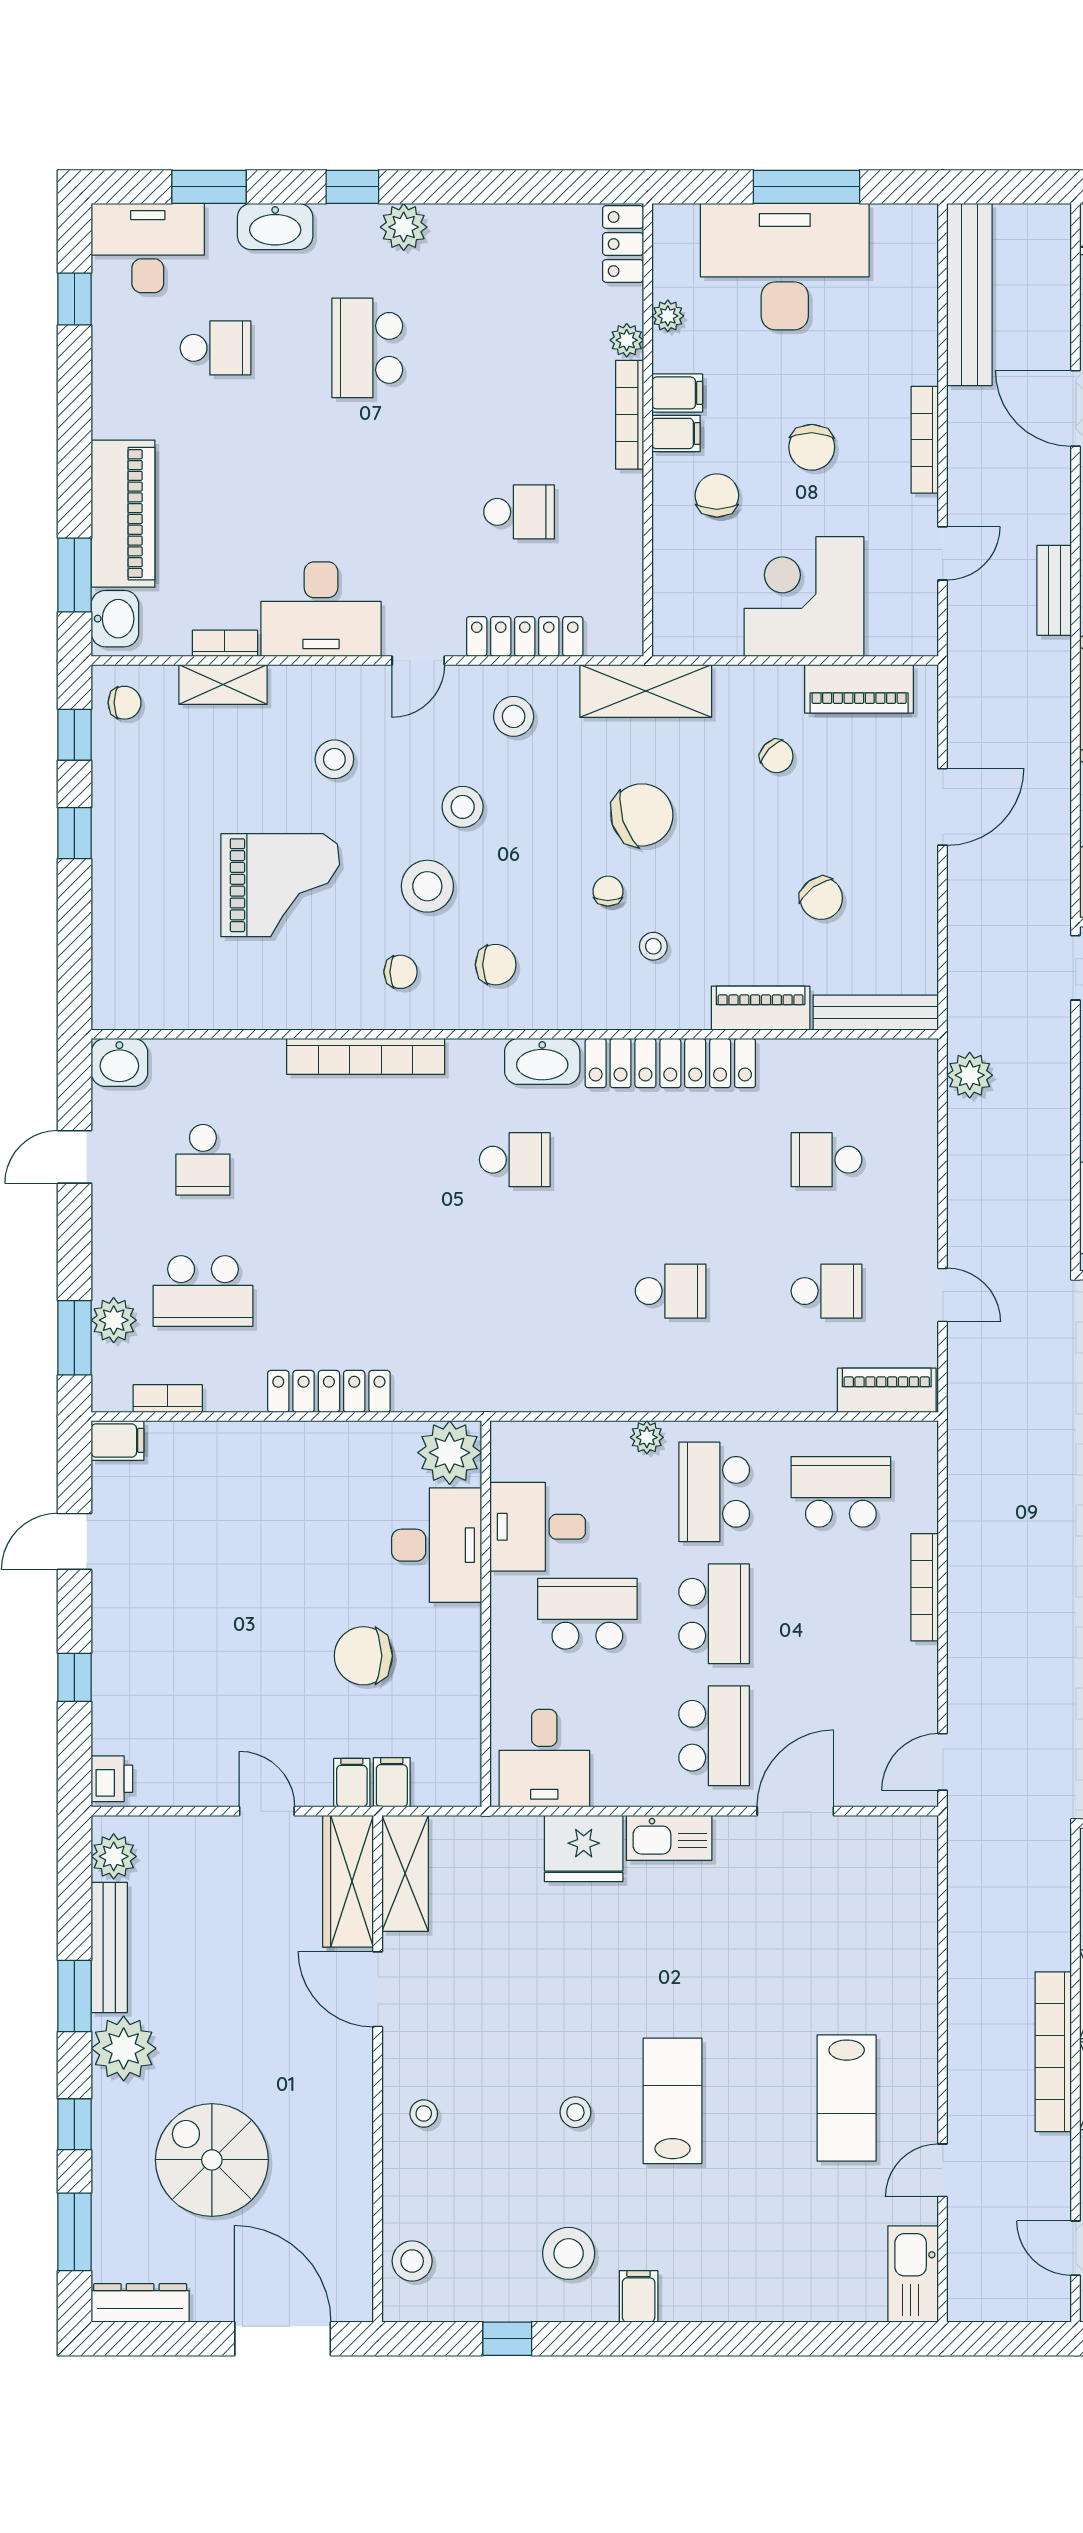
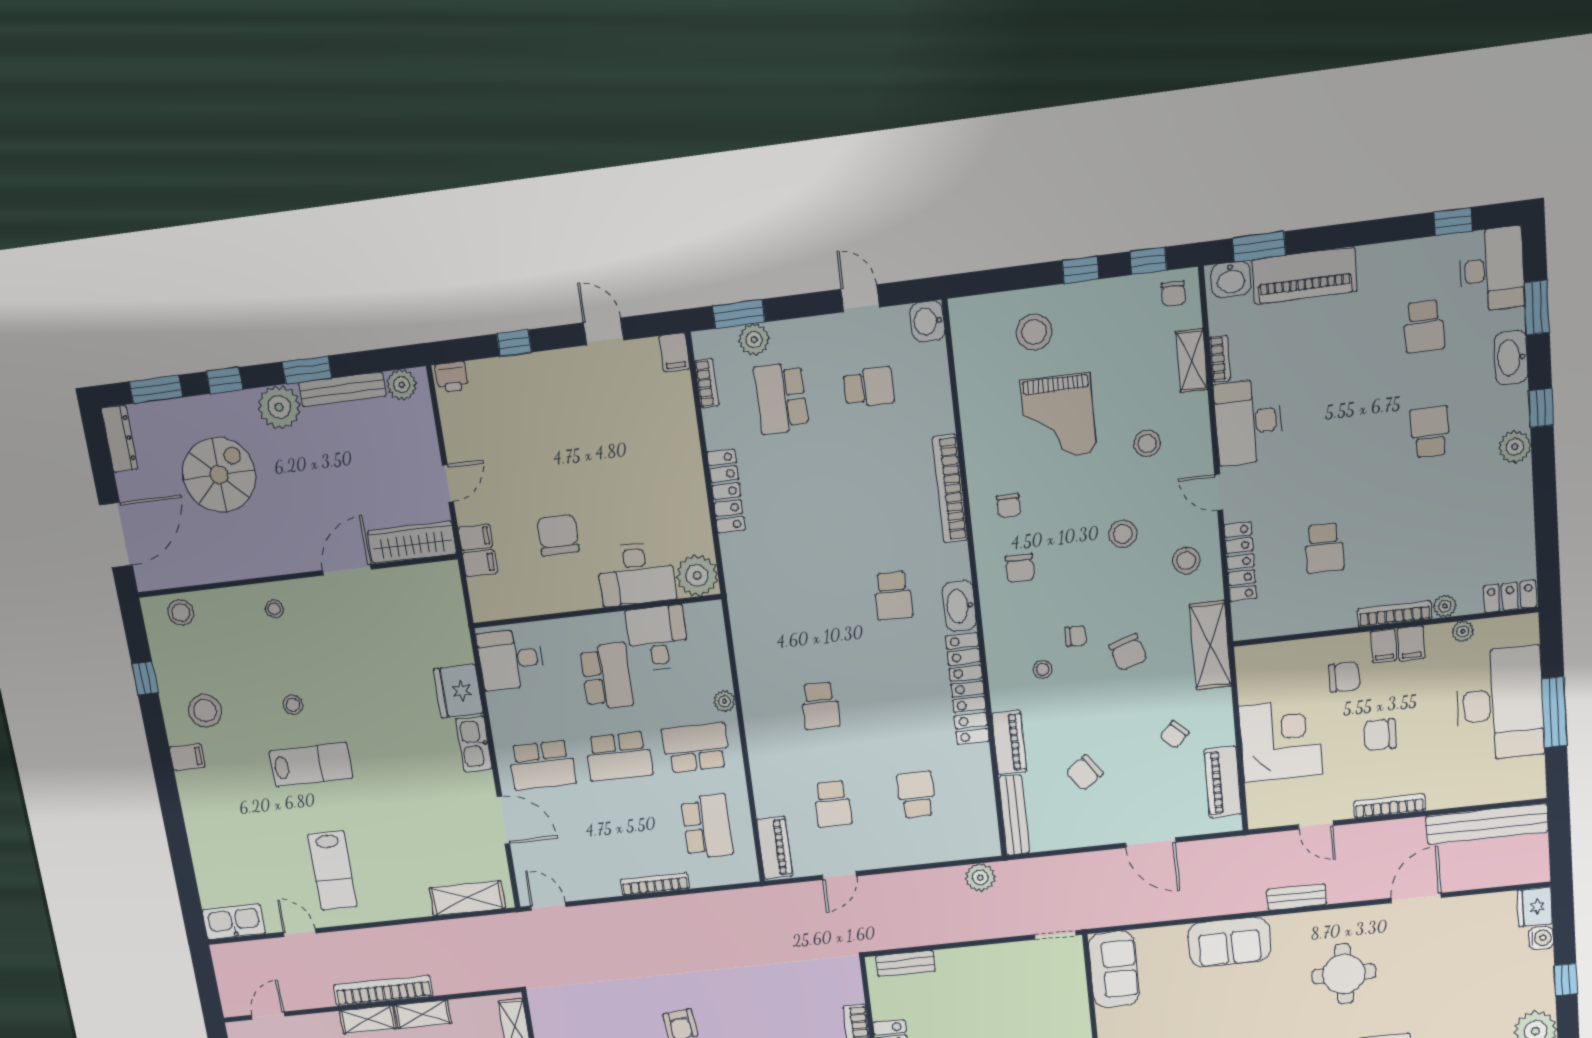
school desk: (367, 348) -> (1430, 432), width x0.54
chair: (642, 815) -> (1128, 652), width x0.73, depth x0.73
stool: (427, 886) -> (1034, 332), moved
school desk: (203, 1160) -> (869, 387), turned 180
shelving: (405, 1873) -> (467, 898), moved
lab bench: (847, 2098) -> (333, 871), turned -90

